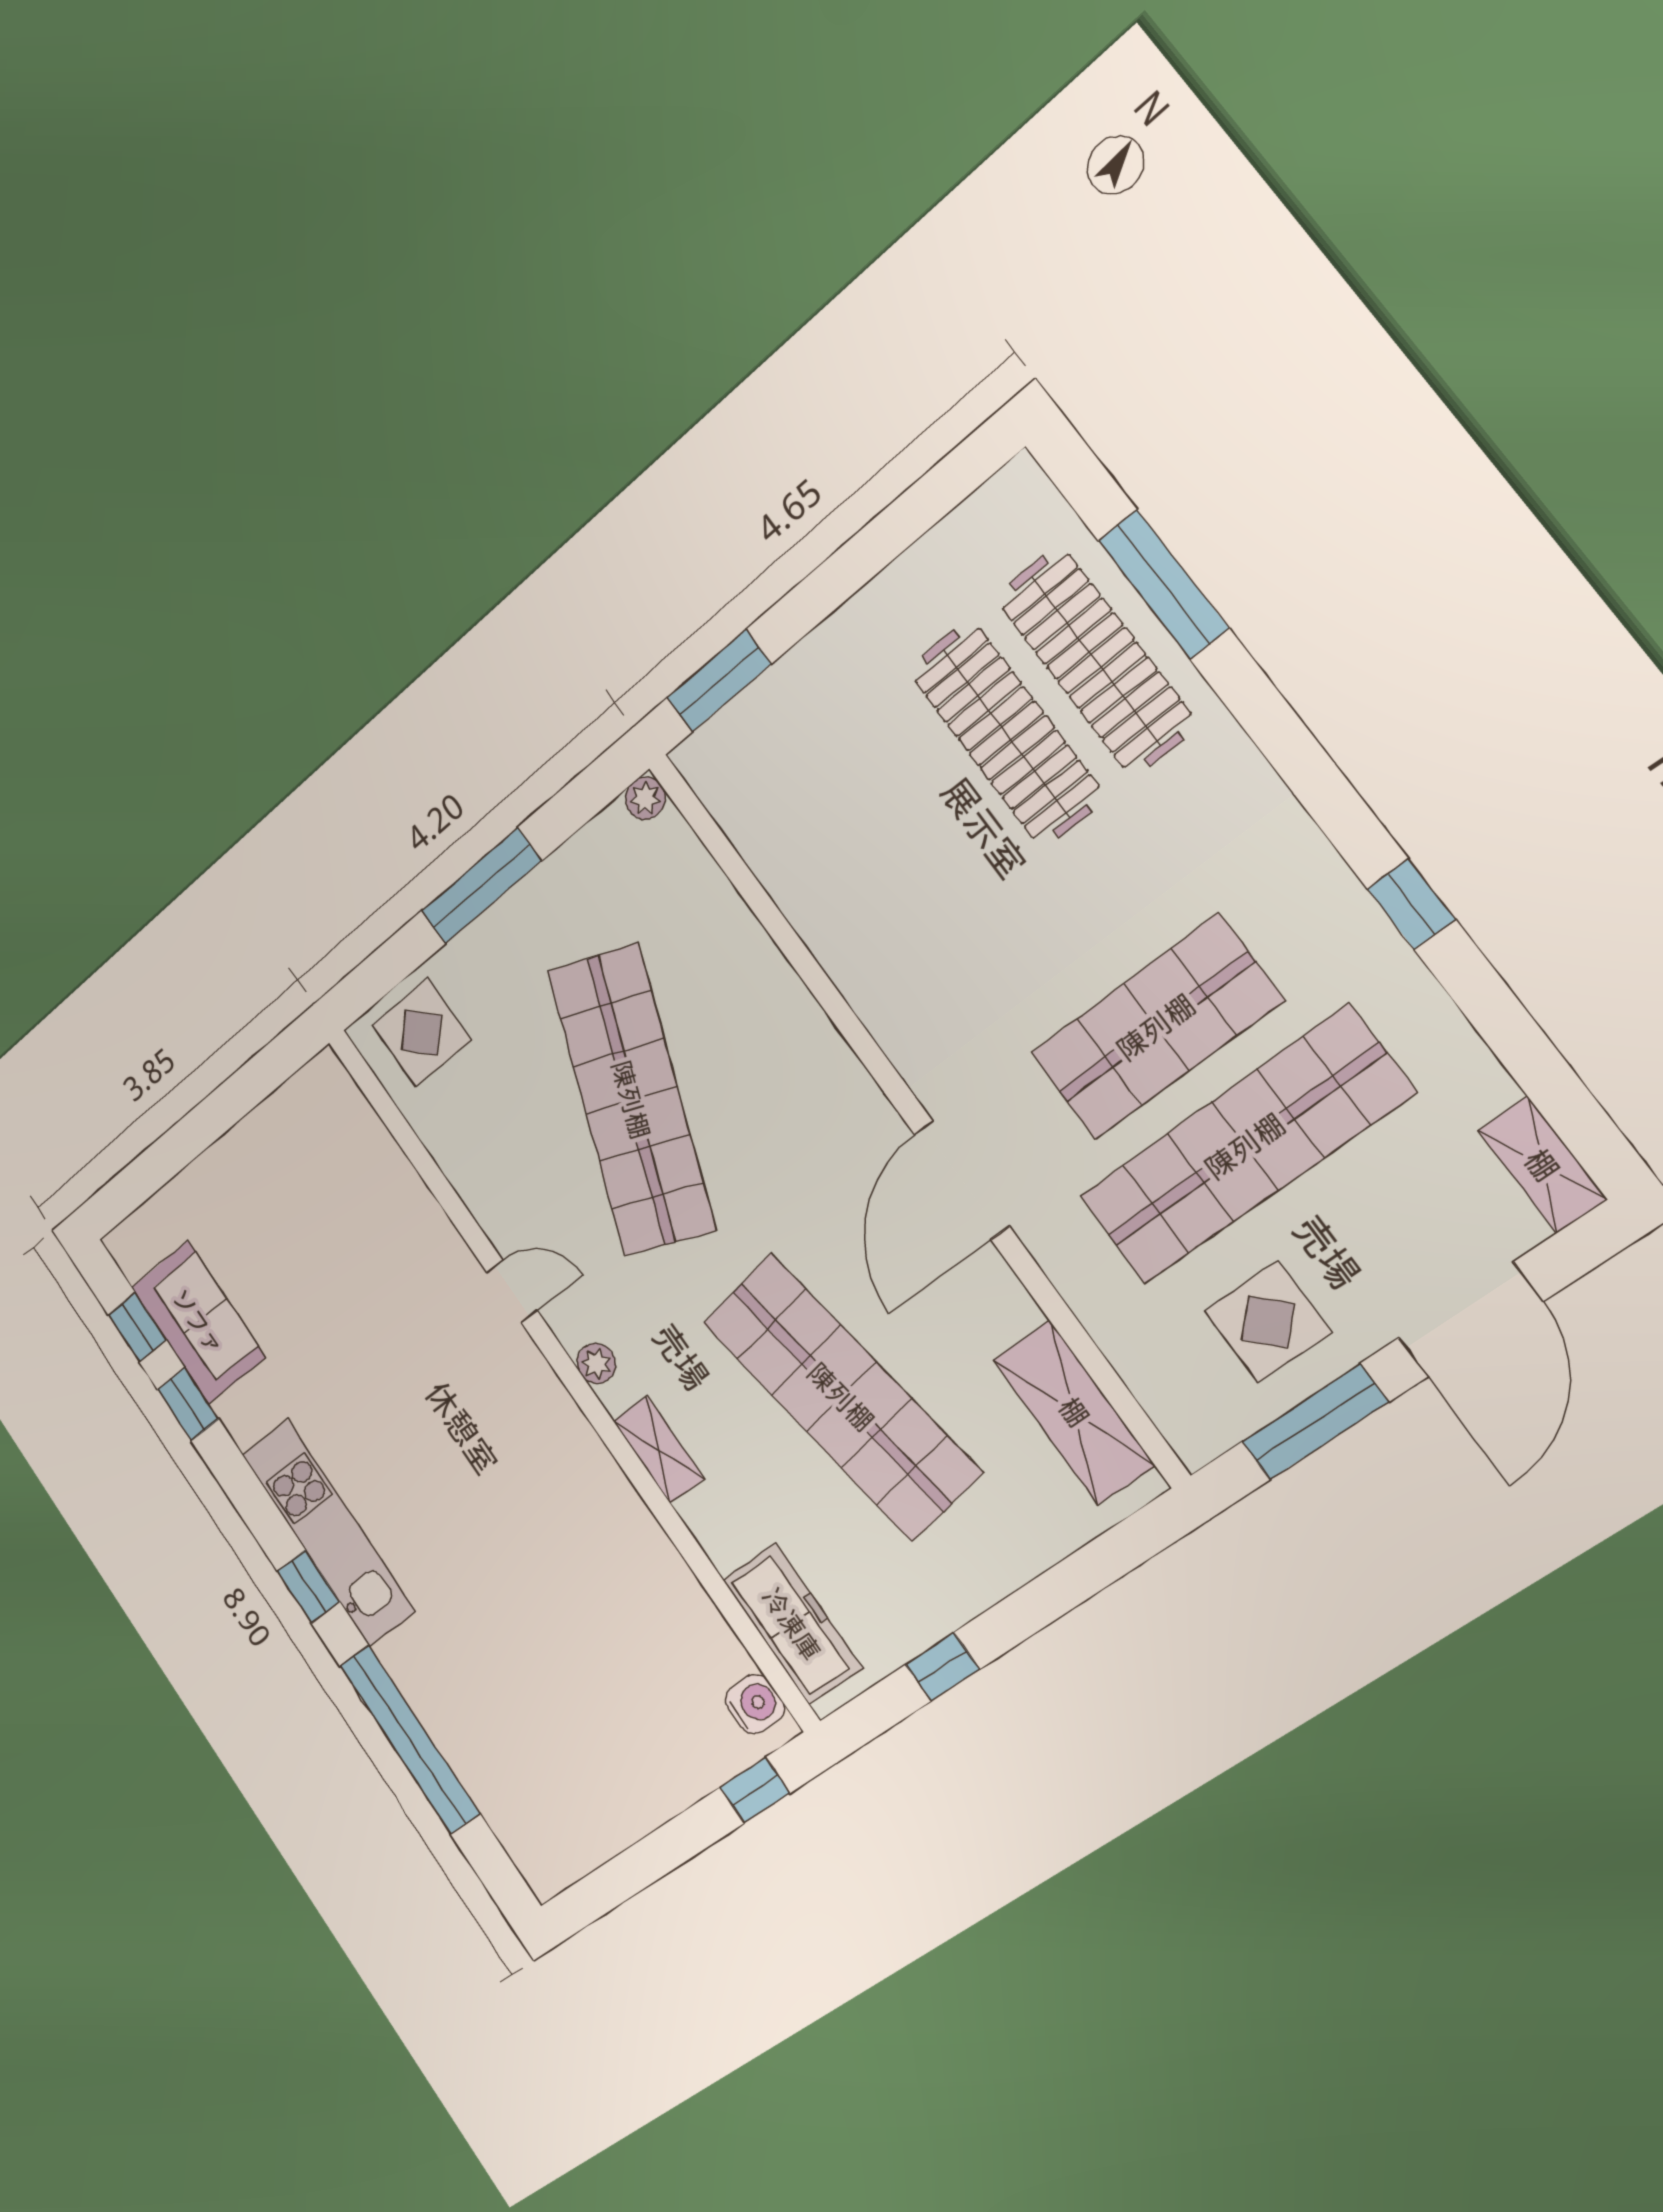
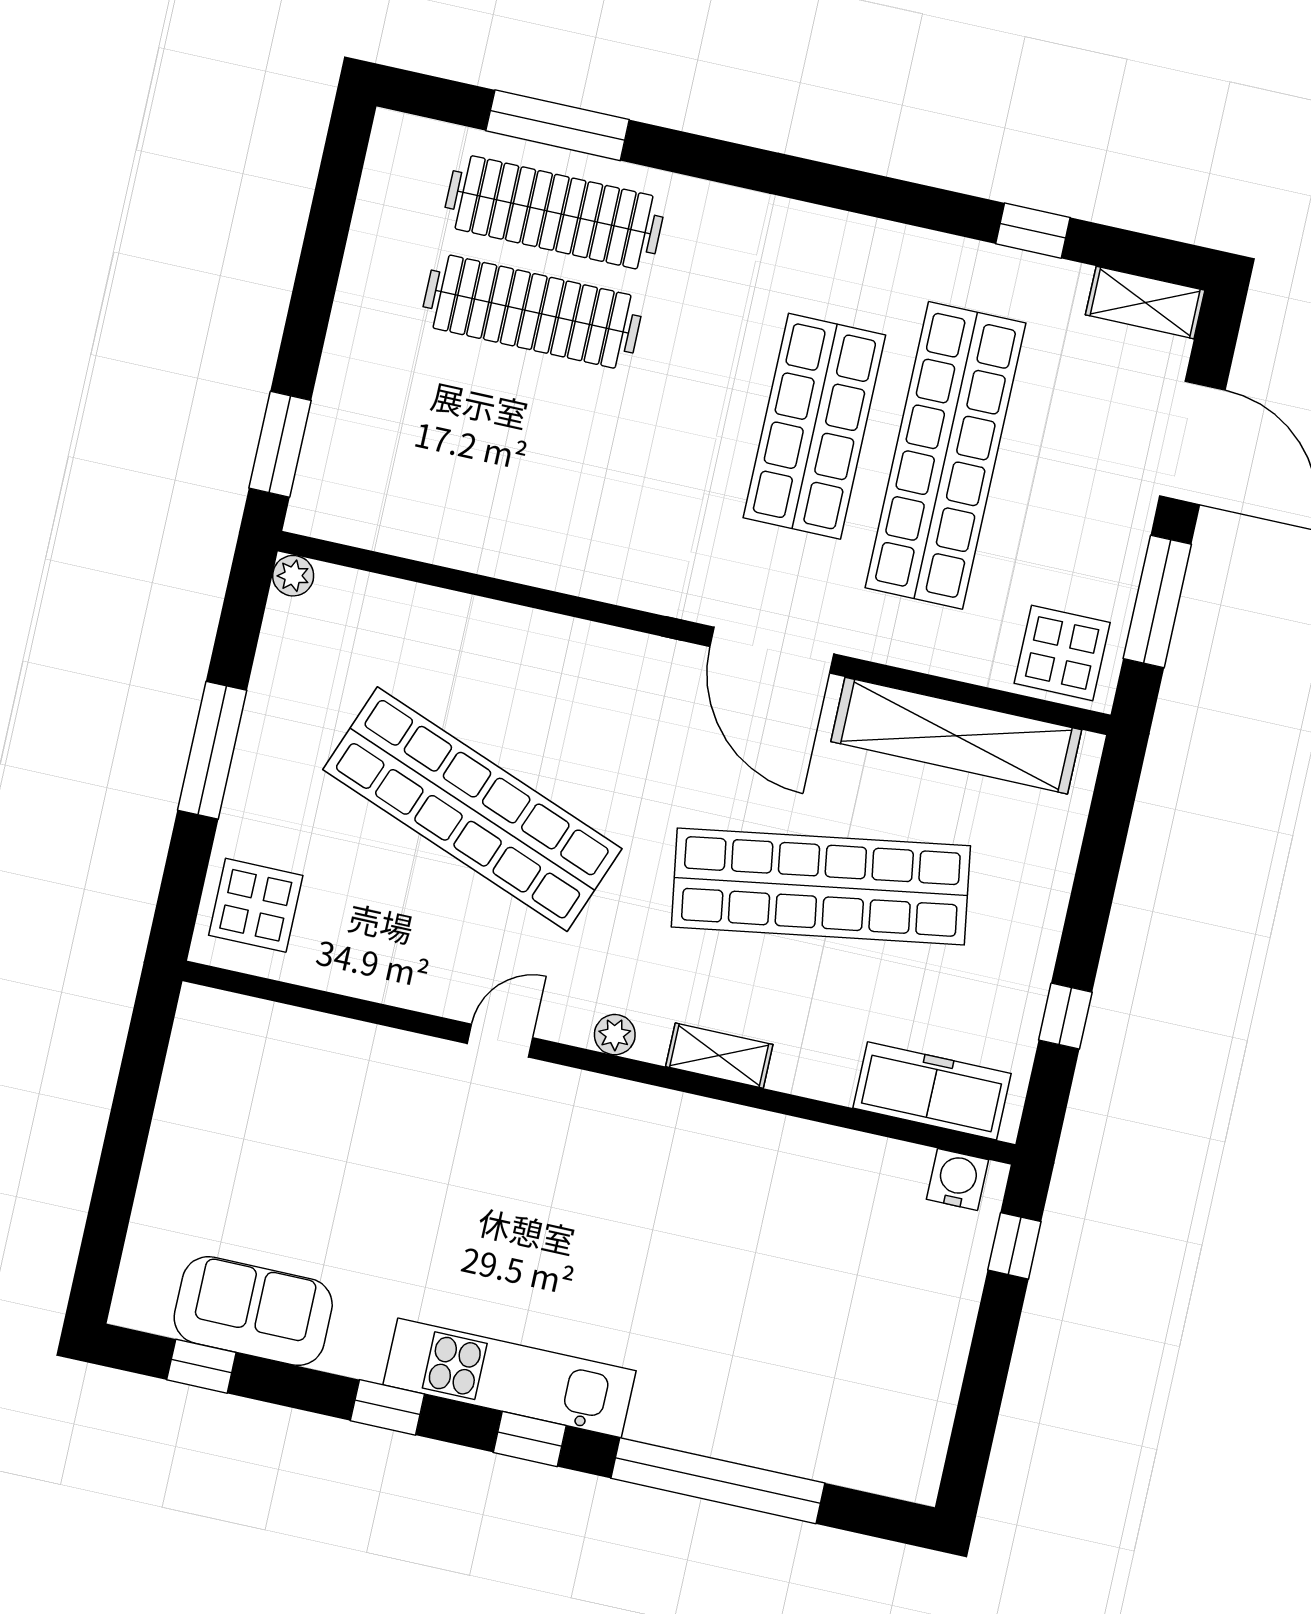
window: (1411, 904) -> (1033, 231), moved
display table: (1268, 1322) -> (1062, 653), moved
window: (188, 1404) -> (387, 1407), moved
shelving: (1074, 1412) -> (956, 736), width x1.47

